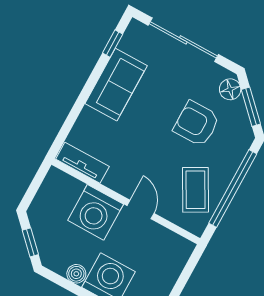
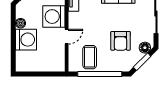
armchair: (197, 124) -> (121, 41), turned 180
coffee table: (196, 190) -> (90, 57), turned -61

